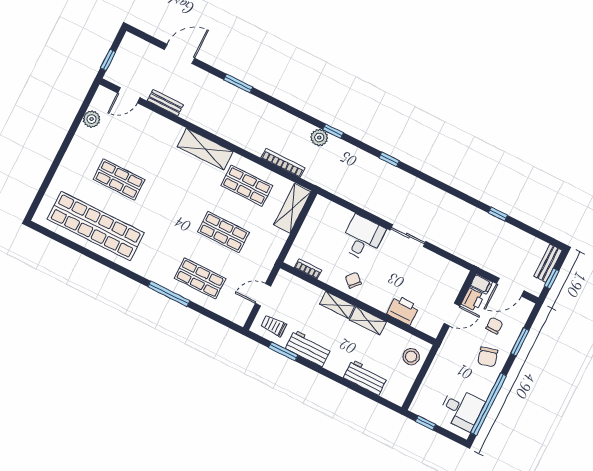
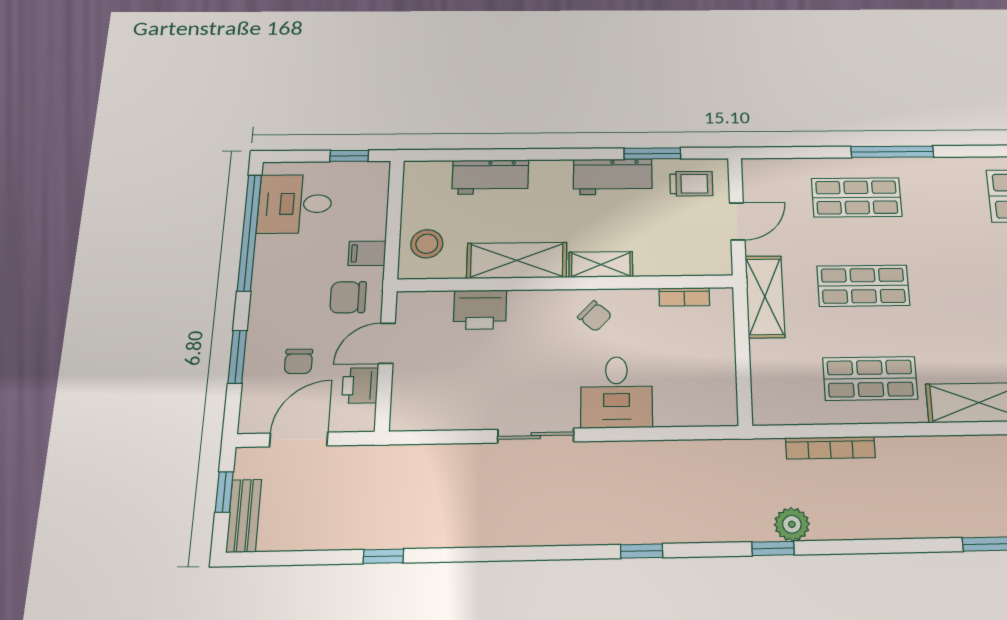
shelving: (292, 208) -> (765, 297), moved
filing cabinet: (481, 284) -> (367, 253), moved
shelving: (368, 321) -> (517, 260), width x1.50, depth x1.33
chair: (488, 357) -> (348, 297), moved, turned -75

